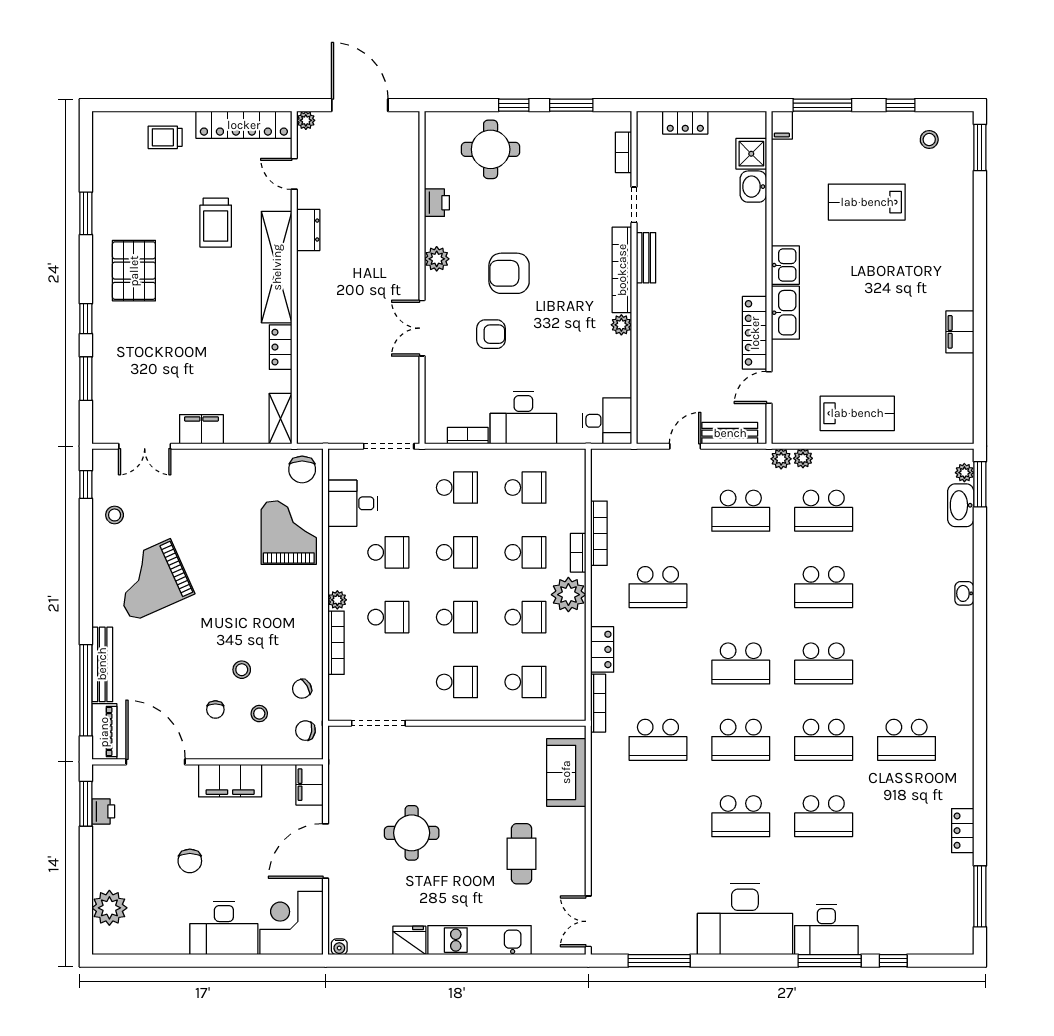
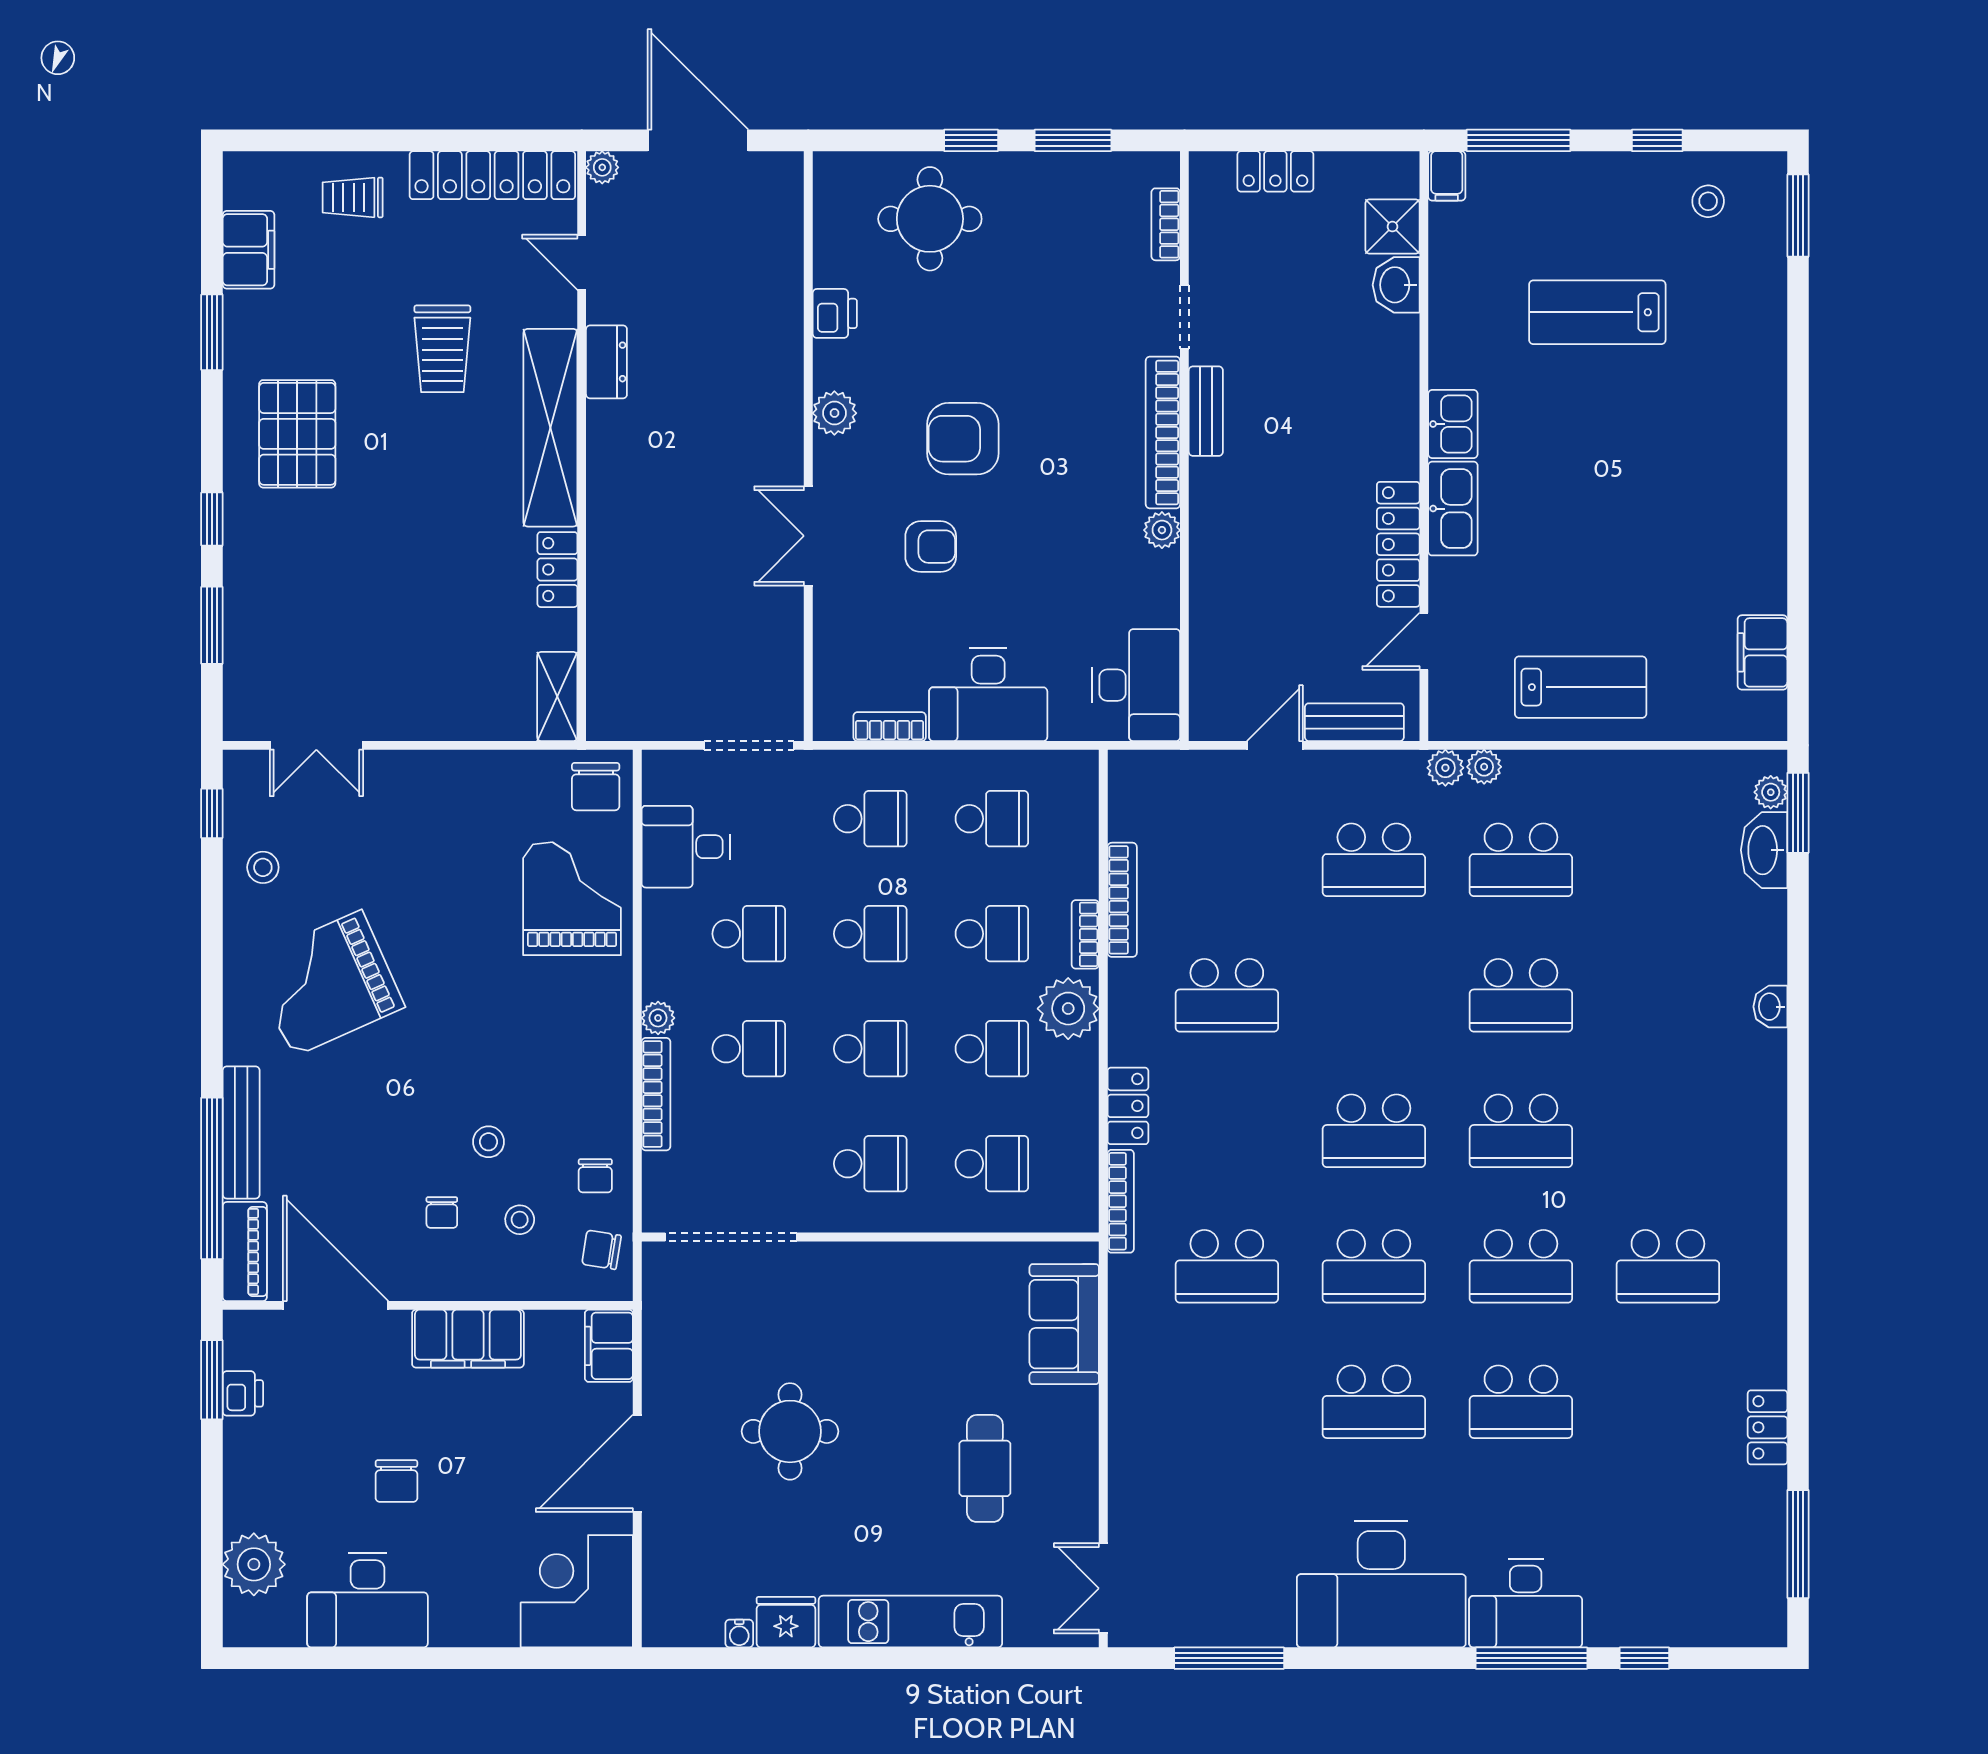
filing cabinet: (960, 332) -> (1762, 652), moved
desk: (607, 421) -> (1136, 685), width x1.37
filing cabinet: (201, 429) -> (248, 250), moved, turned 90
chair: (302, 689) -> (595, 1176), turned -60
doorway: (378, 723) -> (731, 1237), width x1.36
desk: (224, 928) -> (368, 1600), moved
water cooler: (339, 947) -> (739, 1633), moved

